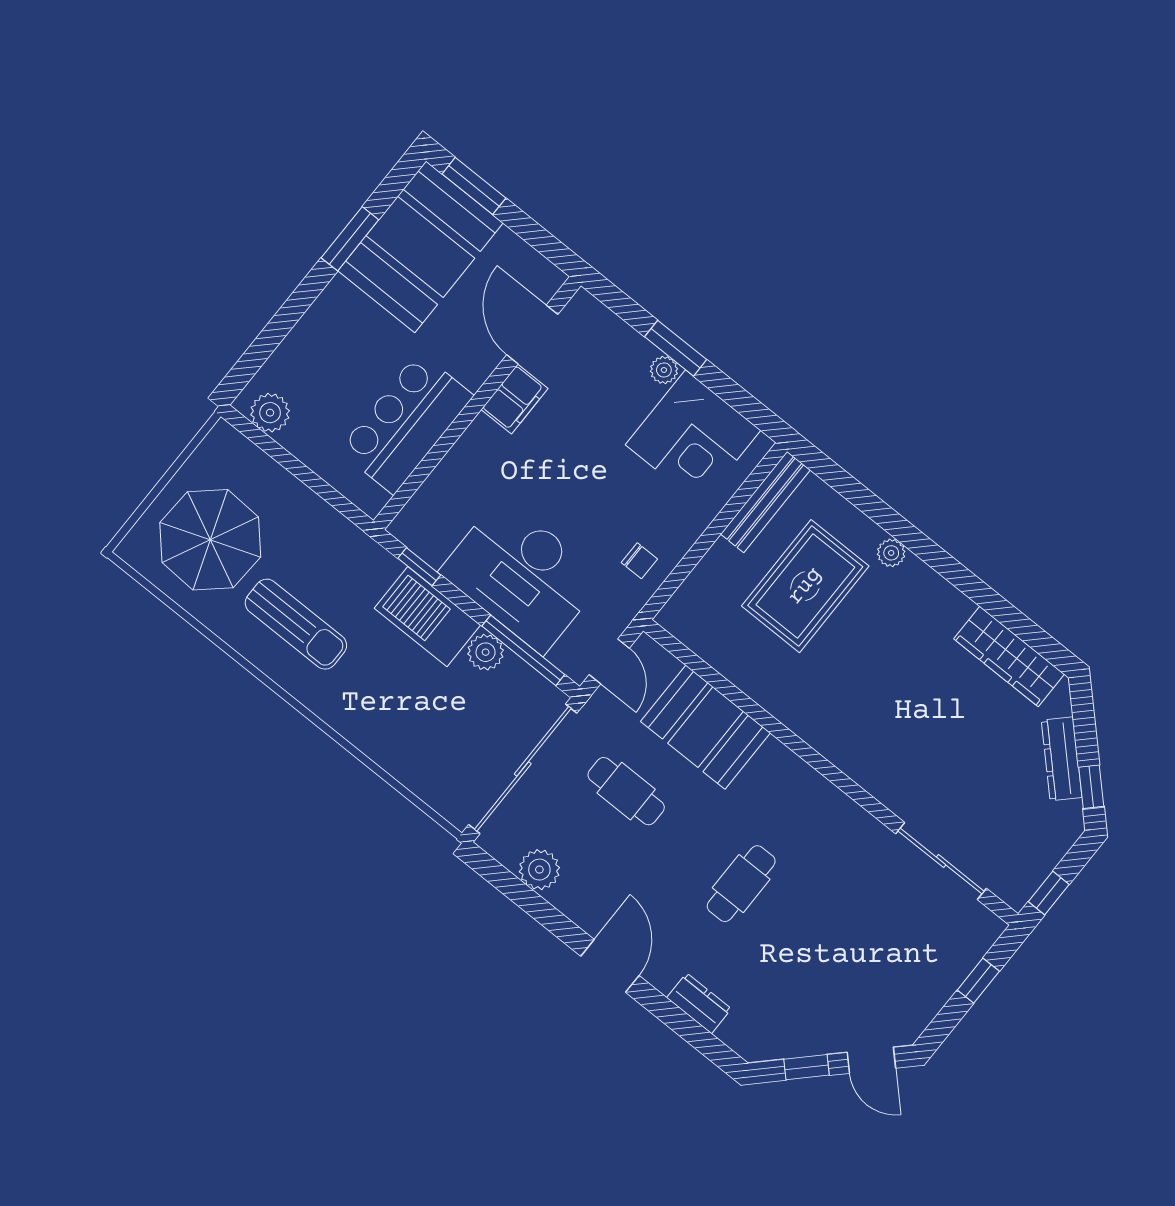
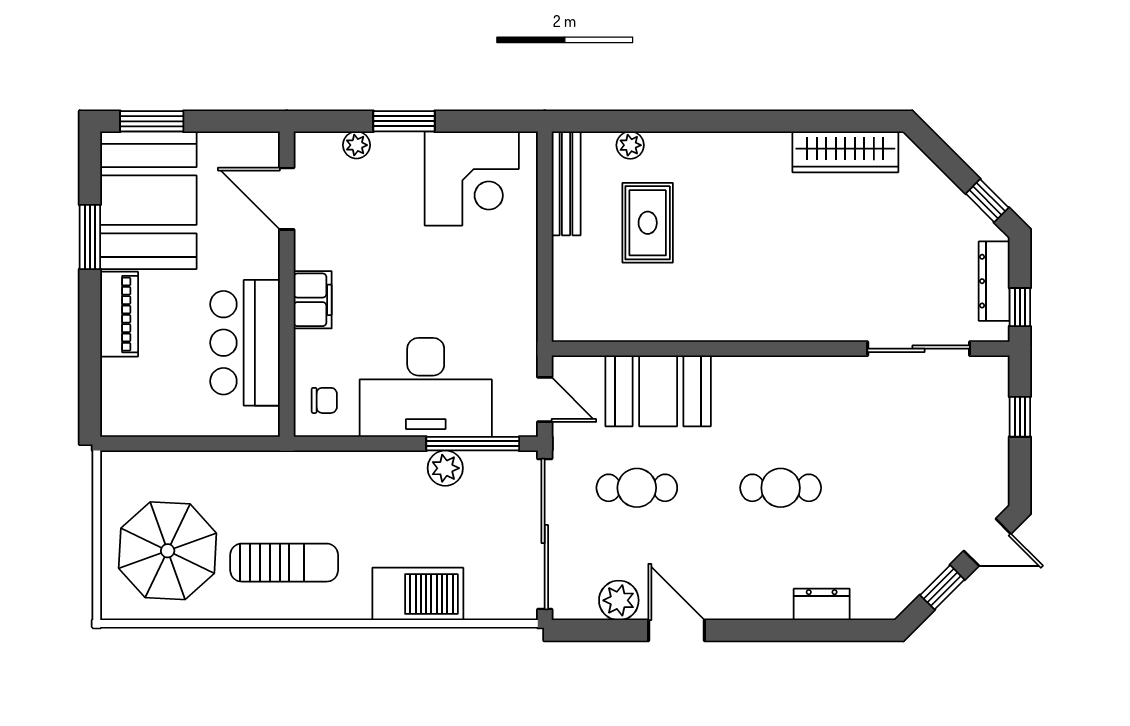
piano: (324, 319) -> (119, 314), added
plant: (664, 370) -> (357, 145), moved
filing cabinet: (515, 399) -> (313, 300), moved
plant: (270, 413) -> (135, 418), removed
plant: (891, 553) -> (630, 145), moved
chair: (639, 561) -> (324, 400), moved
window: (419, 567) -> (343, 444), removed
rug: (805, 586) -> (648, 223), width x0.73, depth x0.70
barbecue: (427, 617) -> (418, 594), moved, turned 180
dresser: (1062, 759) -> (994, 281), moved, turned 45
cafe table: (741, 884) -> (781, 488), turned 90
door: (610, 966) -> (677, 630), moved

